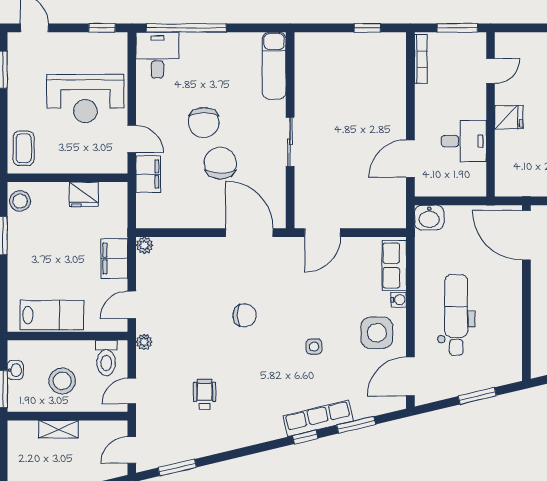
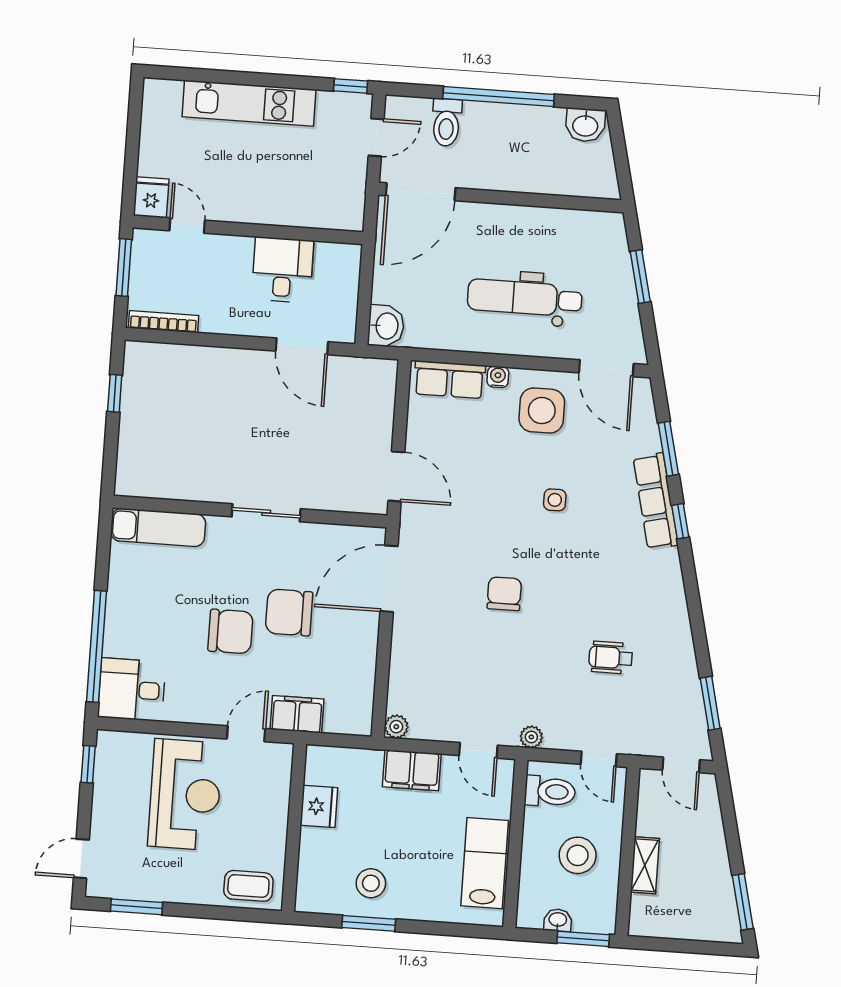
fridge: (509, 117) -> (151, 197), moved
stool: (20, 201) -> (371, 883), moved

